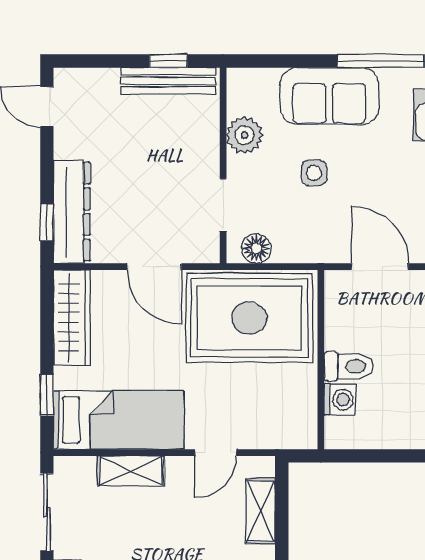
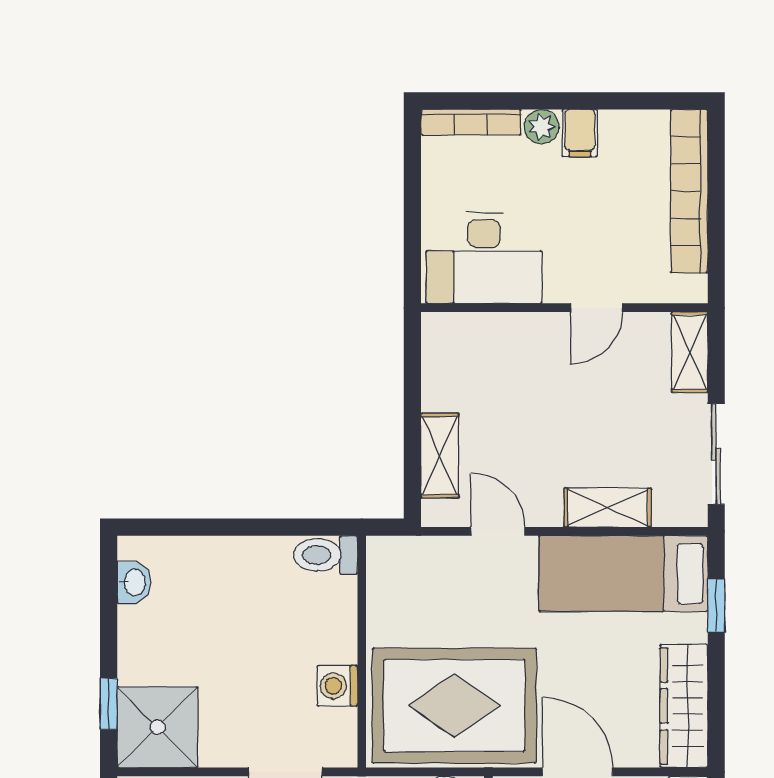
toilet: (349, 366) -> (326, 555), moved
washing machine: (340, 400) -> (337, 686), moved
door: (216, 453) -> (498, 531), hinge flipped

